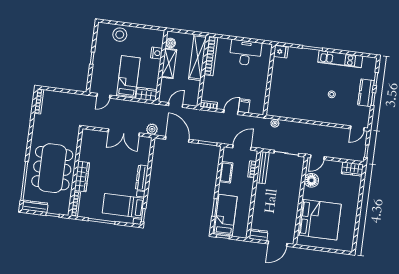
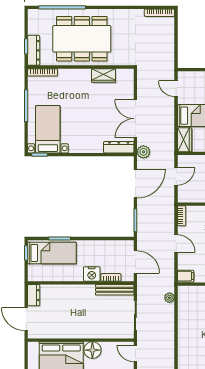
door: (176, 105) -> (176, 176), hinge flipped
filing cabinet: (244, 106) -> (186, 276), moved
cot: (226, 172) -> (103, 247), removed
wardrobe: (82, 177) -> (103, 75), moved, width x0.67
dresser: (142, 178) -> (119, 147), moved
floor lamp: (311, 180) -> (92, 350), moved
nightstand: (247, 185) -> (92, 274), added
dresser: (35, 206) -> (34, 50), moved

